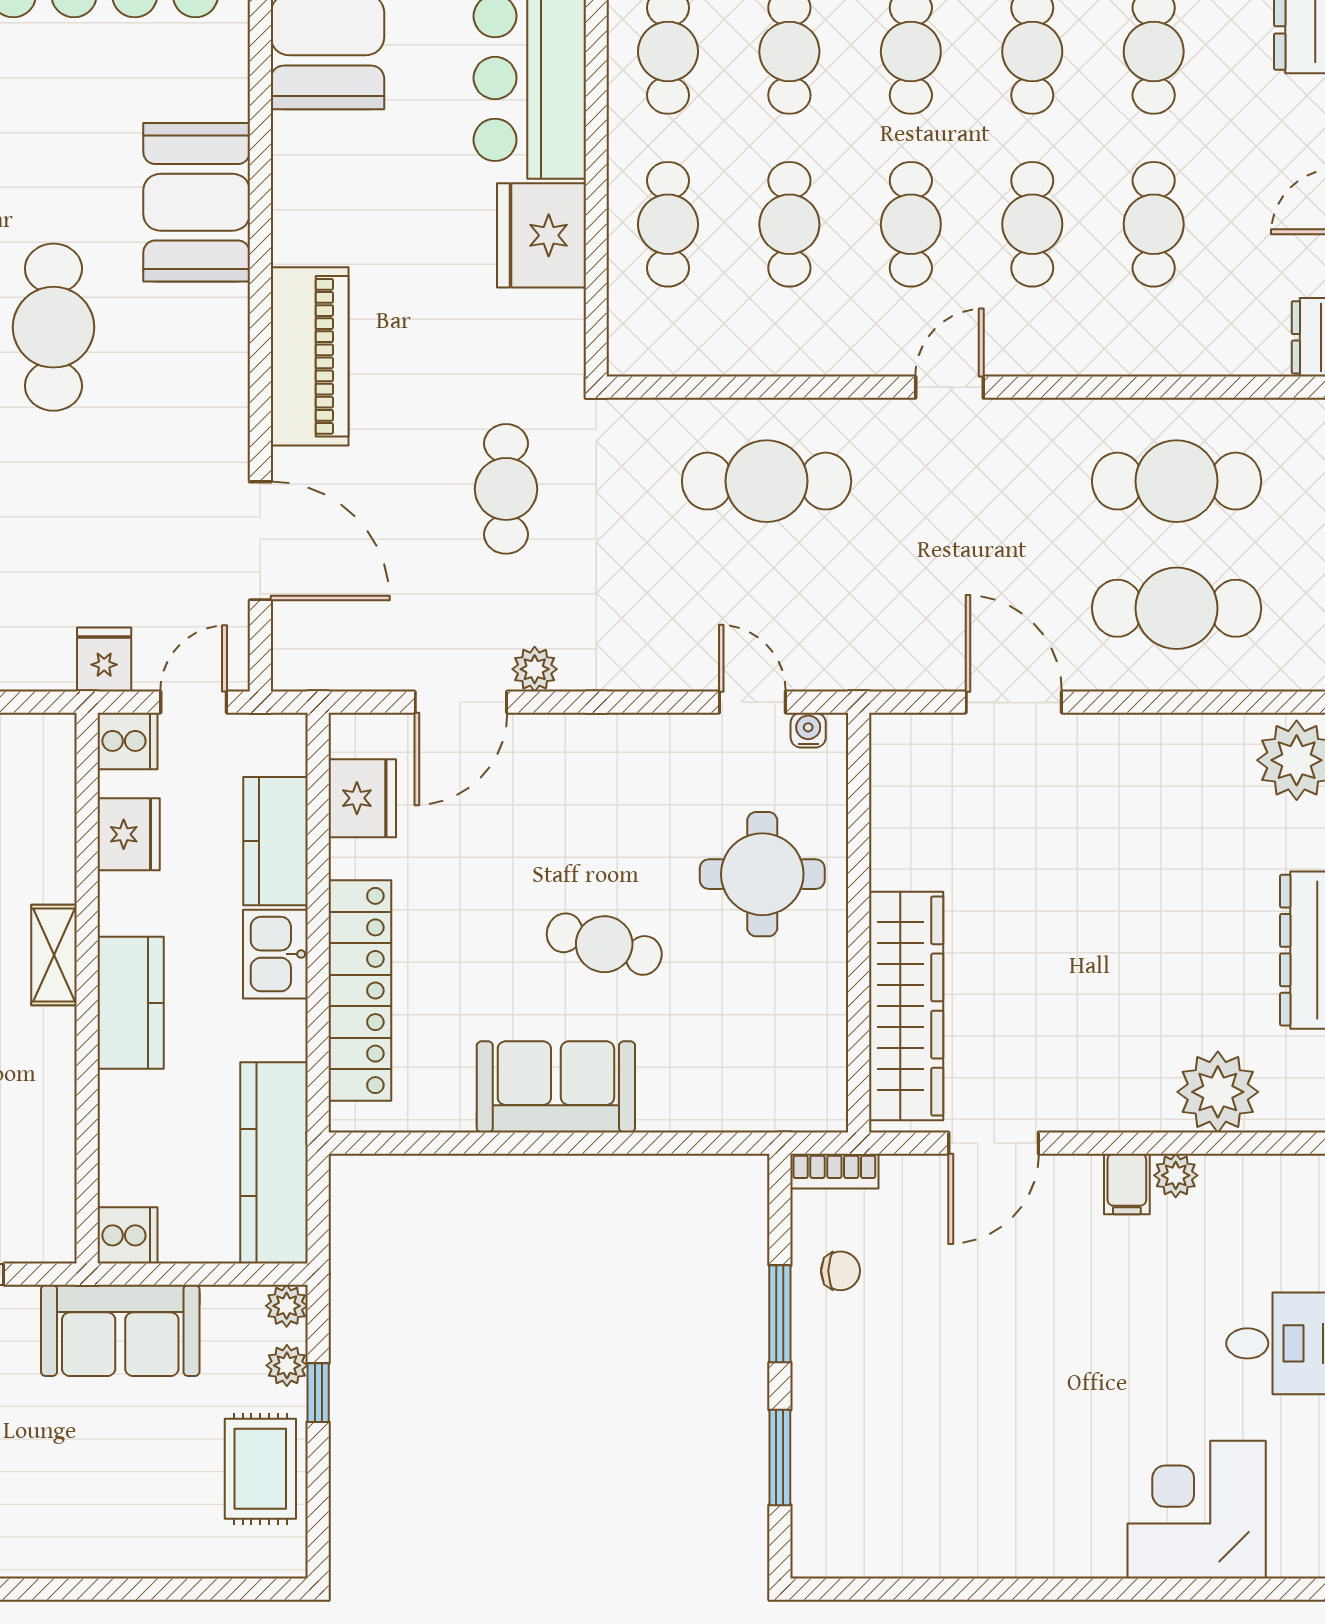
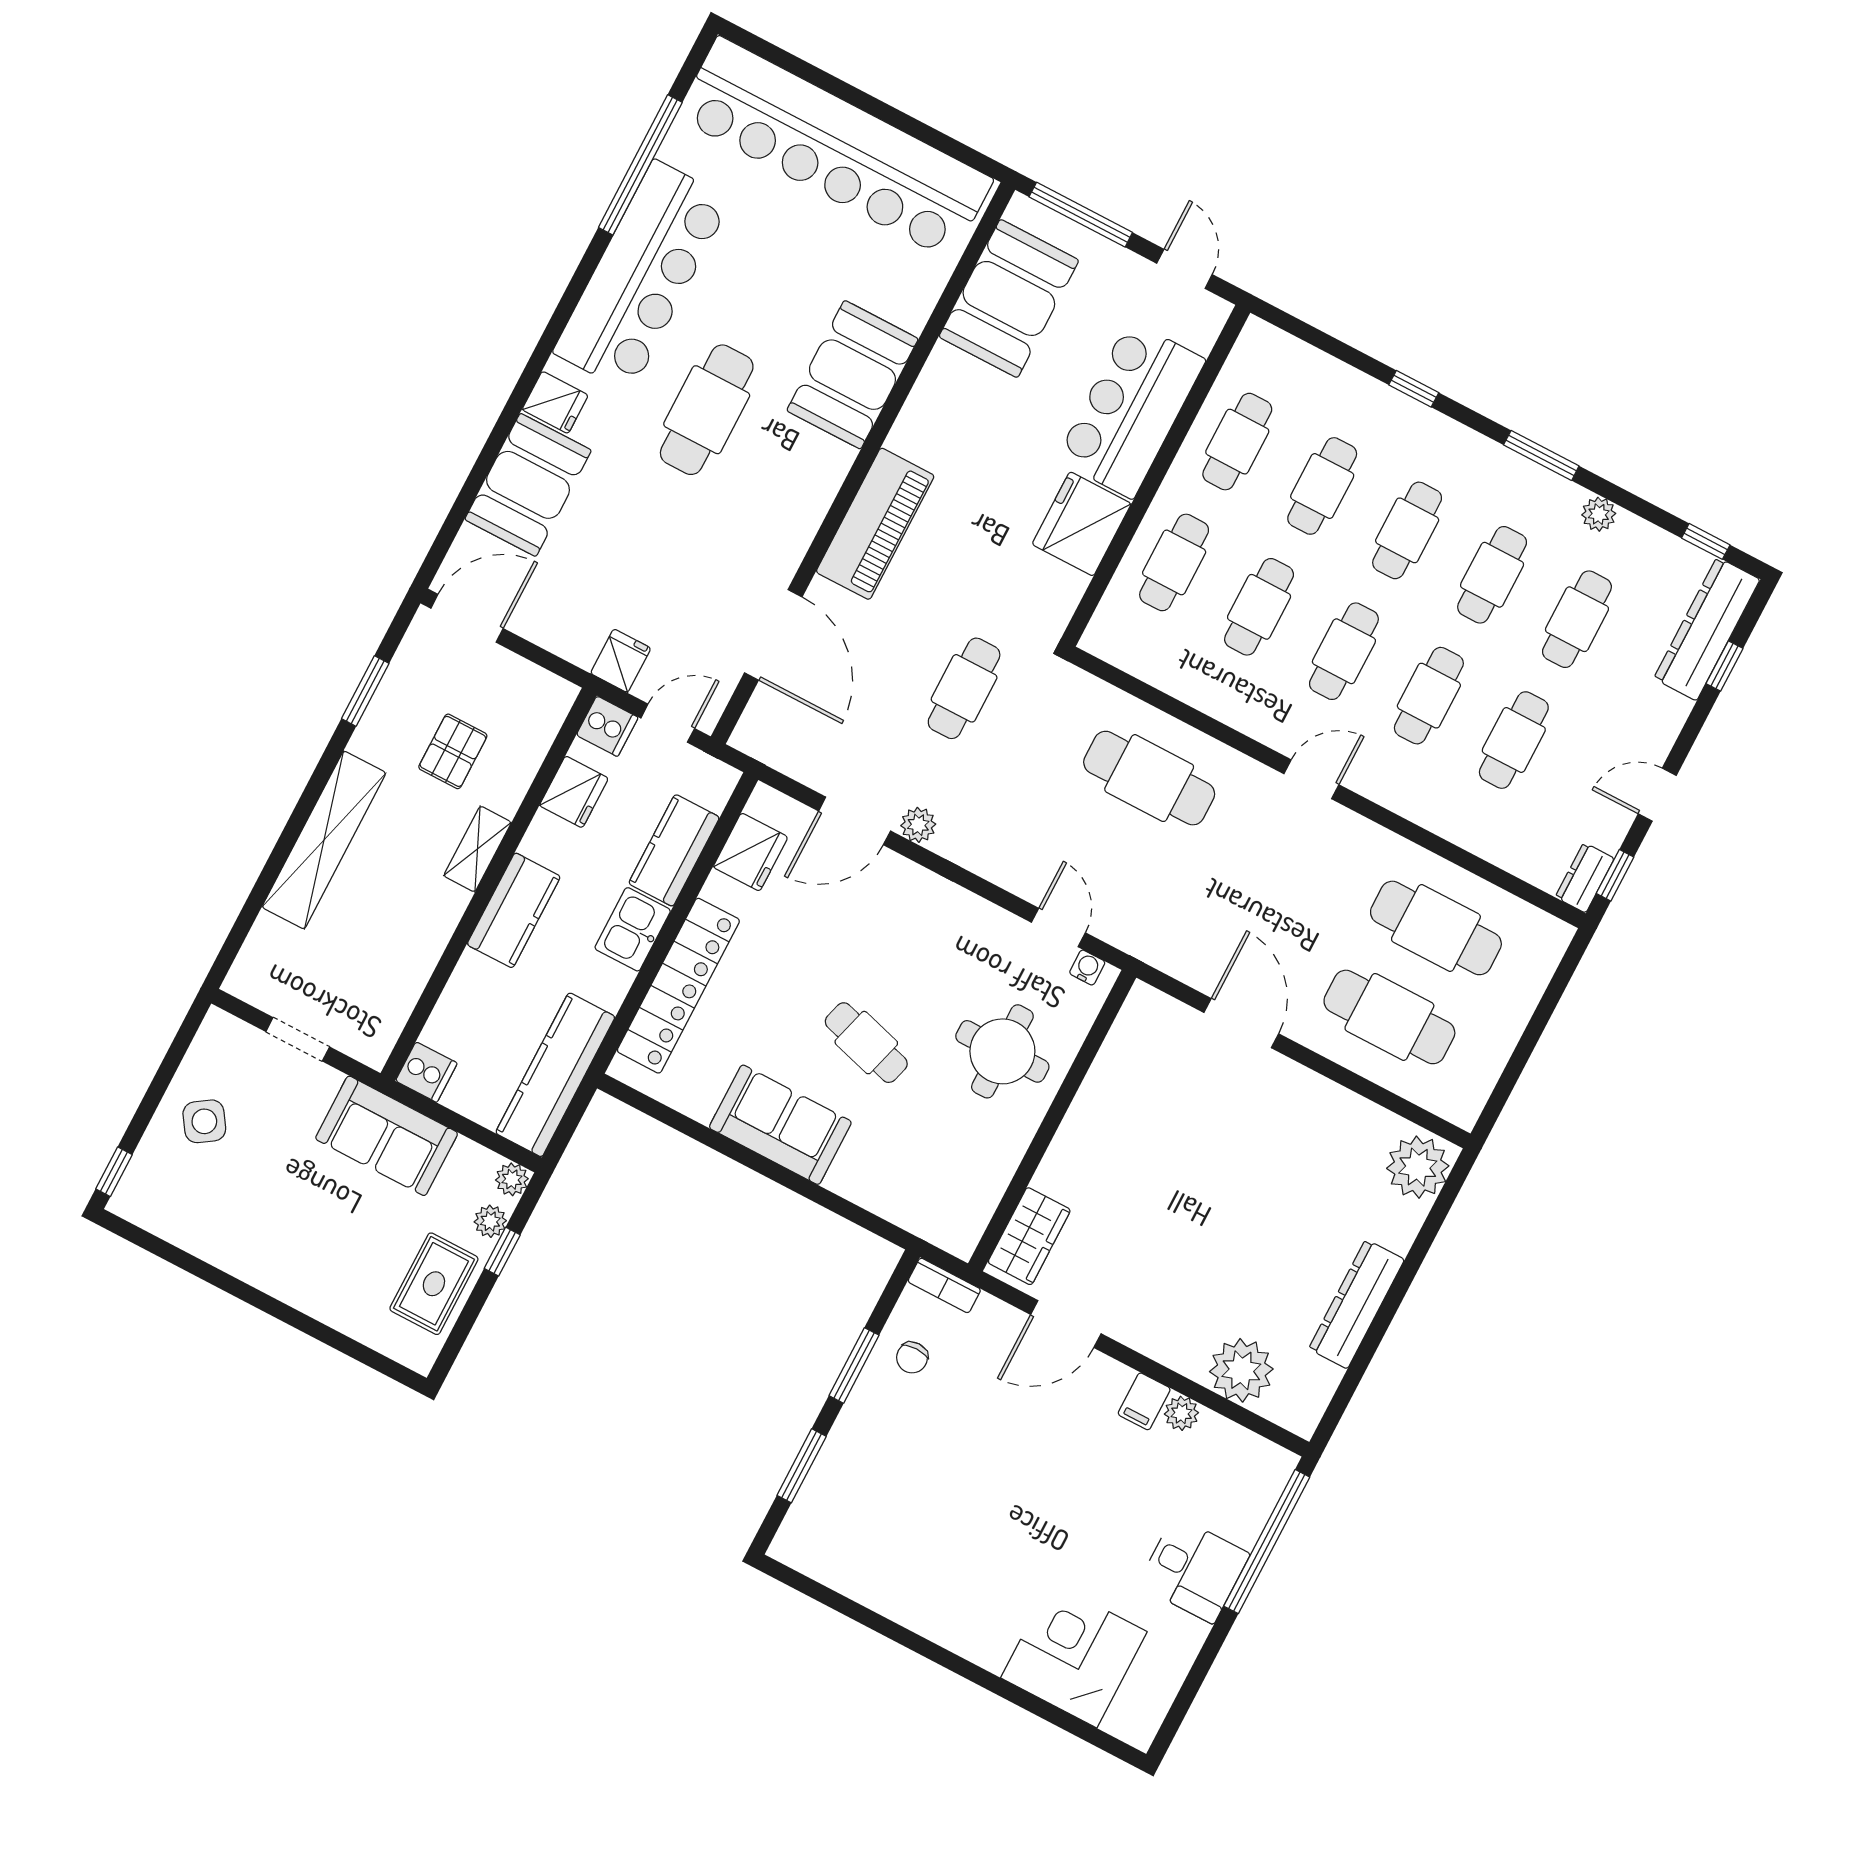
wardrobe: (906, 1006) -> (1029, 1236), width x0.48, depth x0.85
chair: (841, 1271) -> (912, 1358), turned 90

